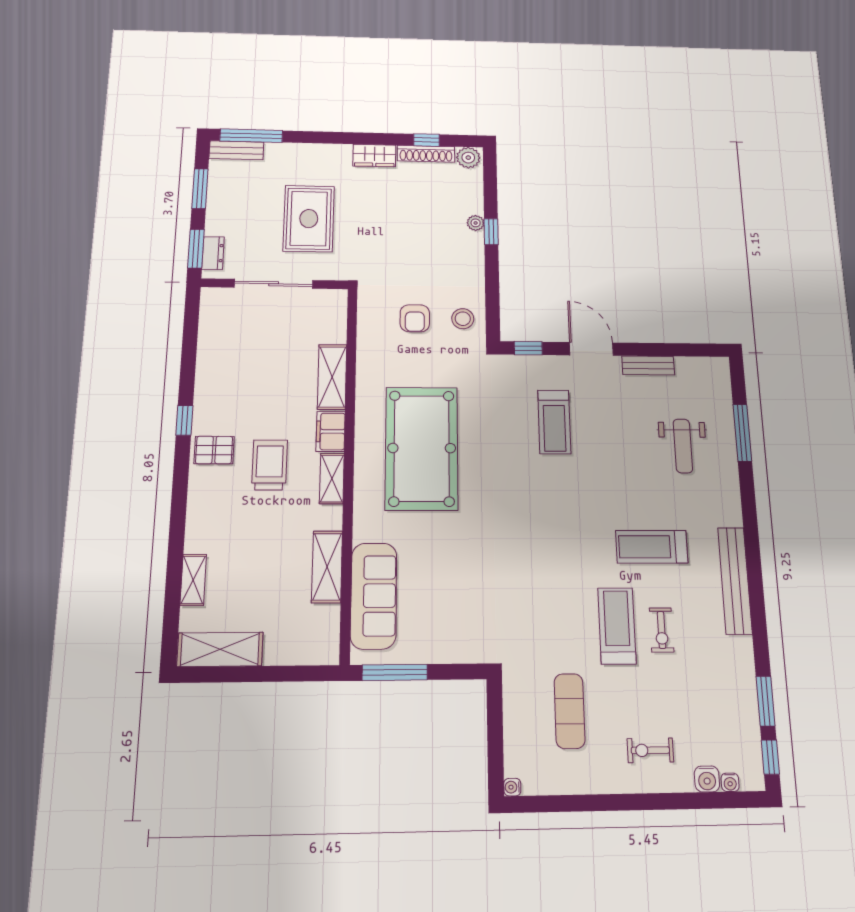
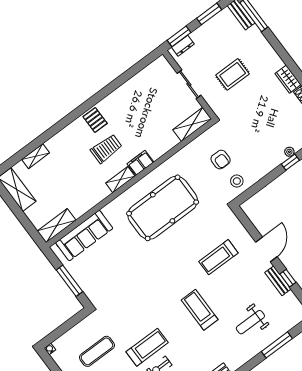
rug: (309, 219) -> (233, 74), width x0.73, depth x0.70
sliding door: (274, 284) -> (189, 84), width x0.73
armchair: (415, 318) -> (221, 160), turned -90
window: (528, 348) -> (288, 278), moved
shelving: (332, 377) -> (192, 124), moved
window: (184, 420) -> (98, 97), removed
treadmill: (652, 547) -> (200, 310), moved
shelving: (327, 567) -> (57, 226), moved
window: (395, 672) -> (69, 281), moved

